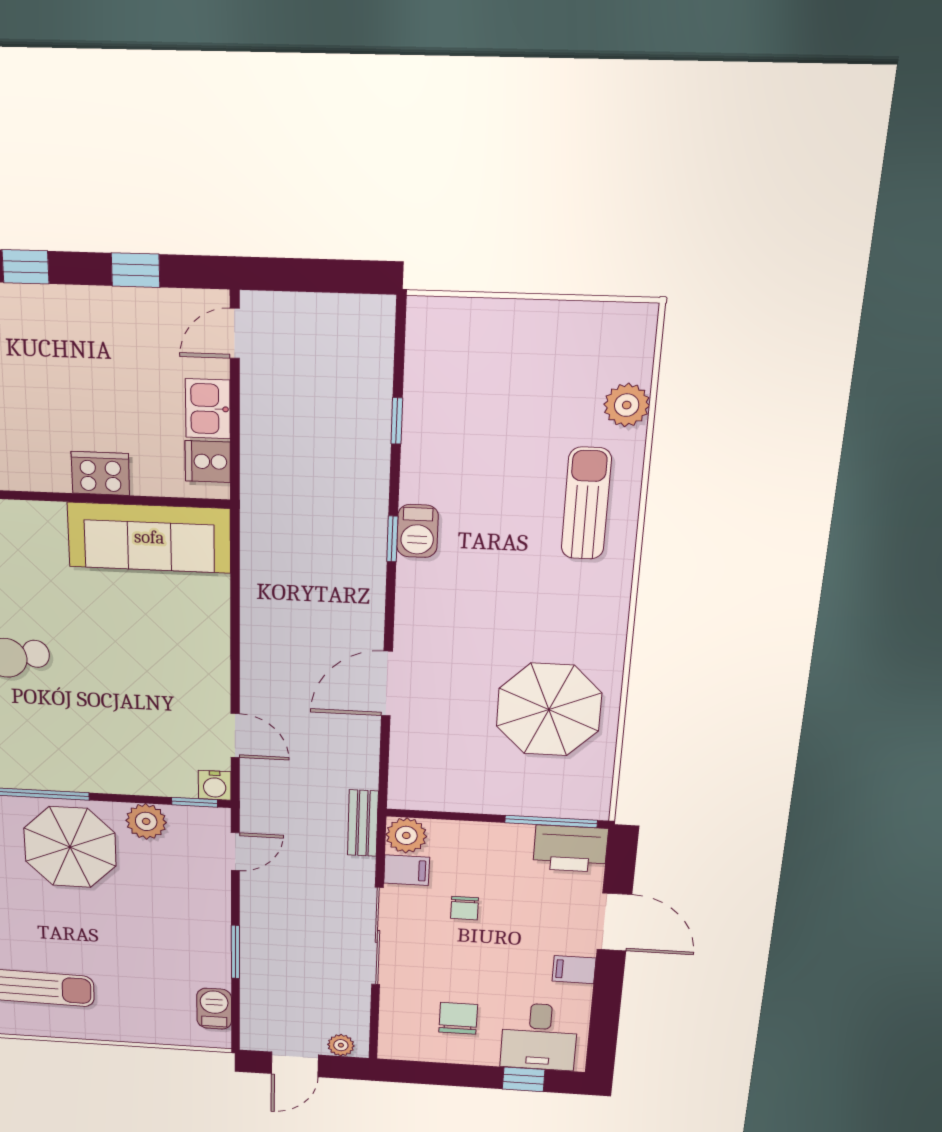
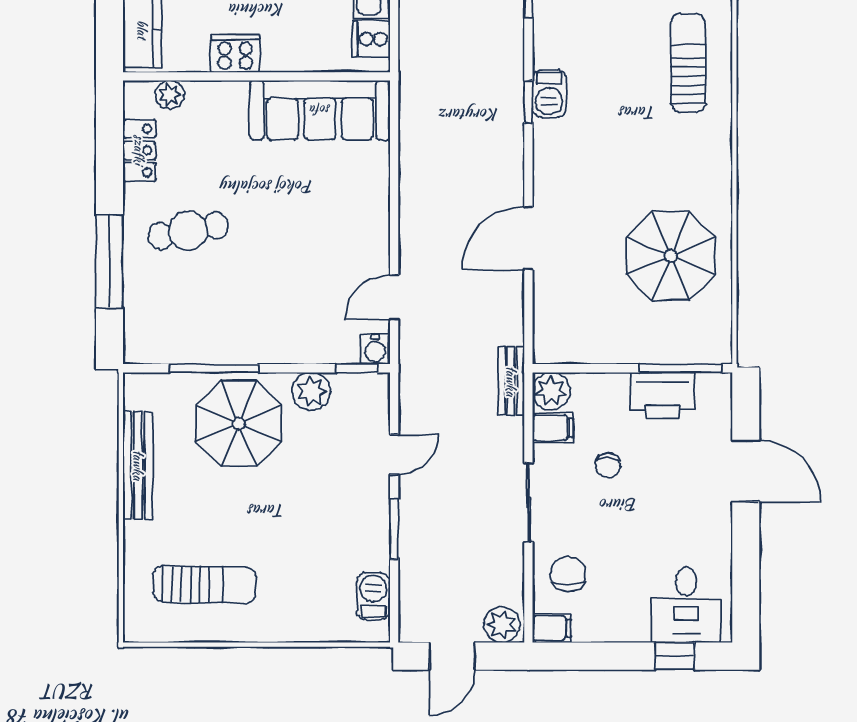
cooker: (100, 473) -> (235, 53), moved
door: (235, 736) -> (394, 297), swing flipped
printer: (570, 849) -> (663, 396), moved
door: (235, 852) -> (394, 455), moved
sliding door: (377, 936) -> (528, 502), width x0.73
filing cabinet: (574, 970) -> (552, 628), moved, turned 180
chair: (458, 1018) -> (568, 574), moved
plant: (341, 1045) -> (502, 625), width x1.38, depth x1.38

